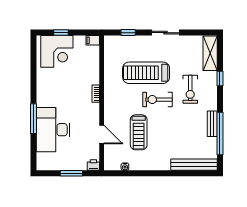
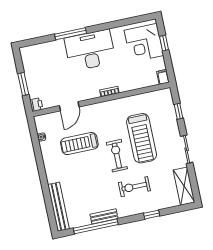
shelving: (210, 53) -> (184, 186), moved, turned 90
treadmill: (146, 73) -> (142, 138), turned 180
desk: (53, 130) -> (90, 50), moved

